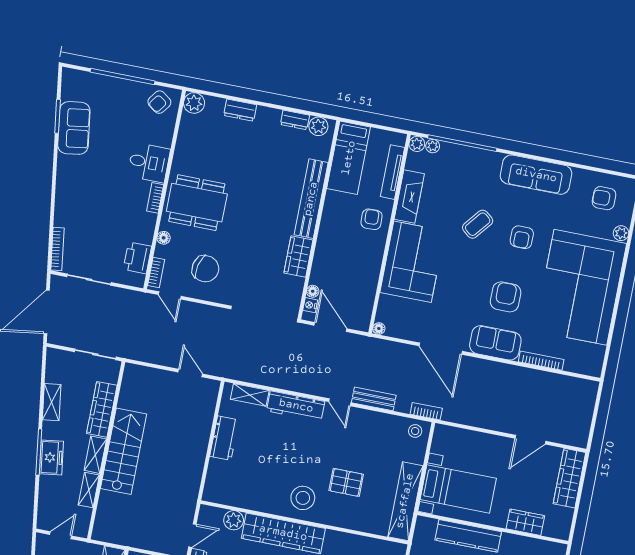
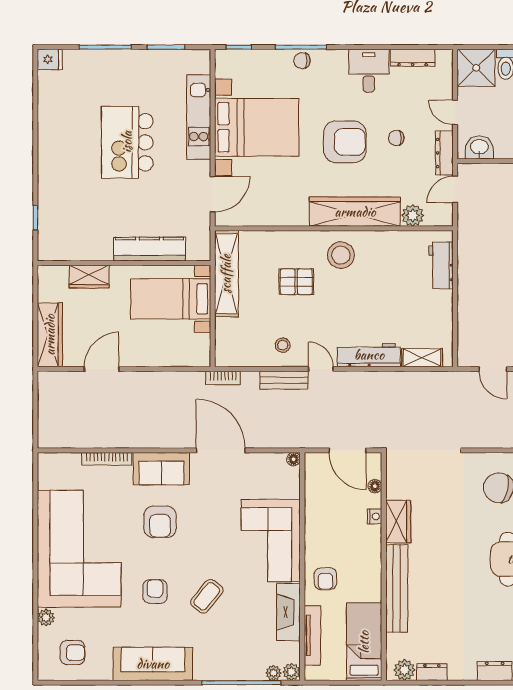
nightstand: (310, 305) -> (375, 516), moved
stool: (415, 431) -> (283, 345), moved
workbench: (224, 438) -> (441, 265), moved

